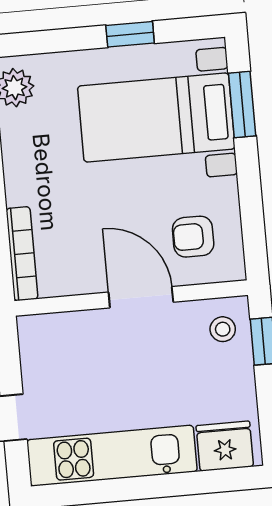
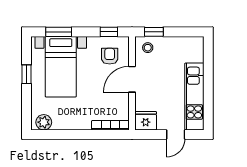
window: (253, 229) -> (109, 32), added
armchair: (193, 237) -> (110, 56), turned 180
fridge: (225, 446) -> (146, 121), moved, turned 90

